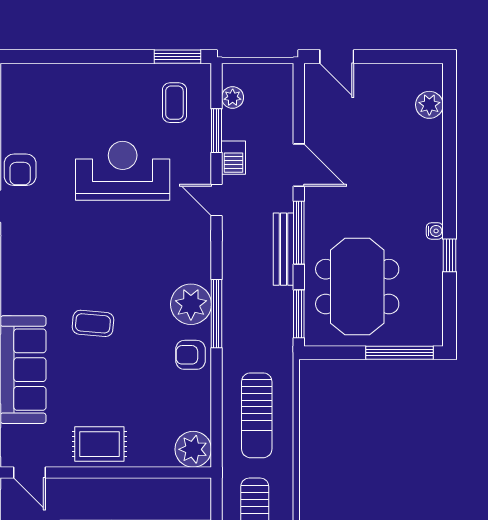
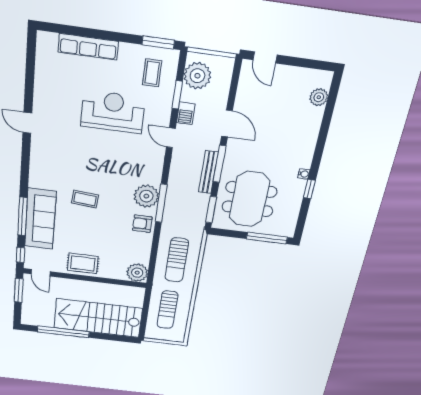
row of seats: (77, 77) -> (88, 47), added
plant: (233, 97) -> (197, 76), width x1.88, depth x1.88
armchair: (20, 170) -> (46, 102), removed

